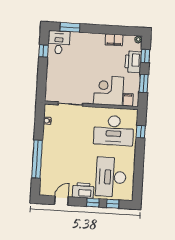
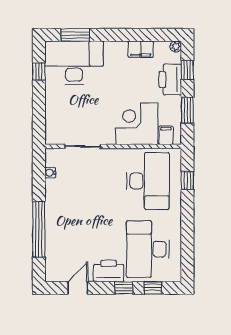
desk: (59, 42) -> (74, 63), width x1.87, depth x1.30
desk: (114, 130) -> (148, 181), turned -90

